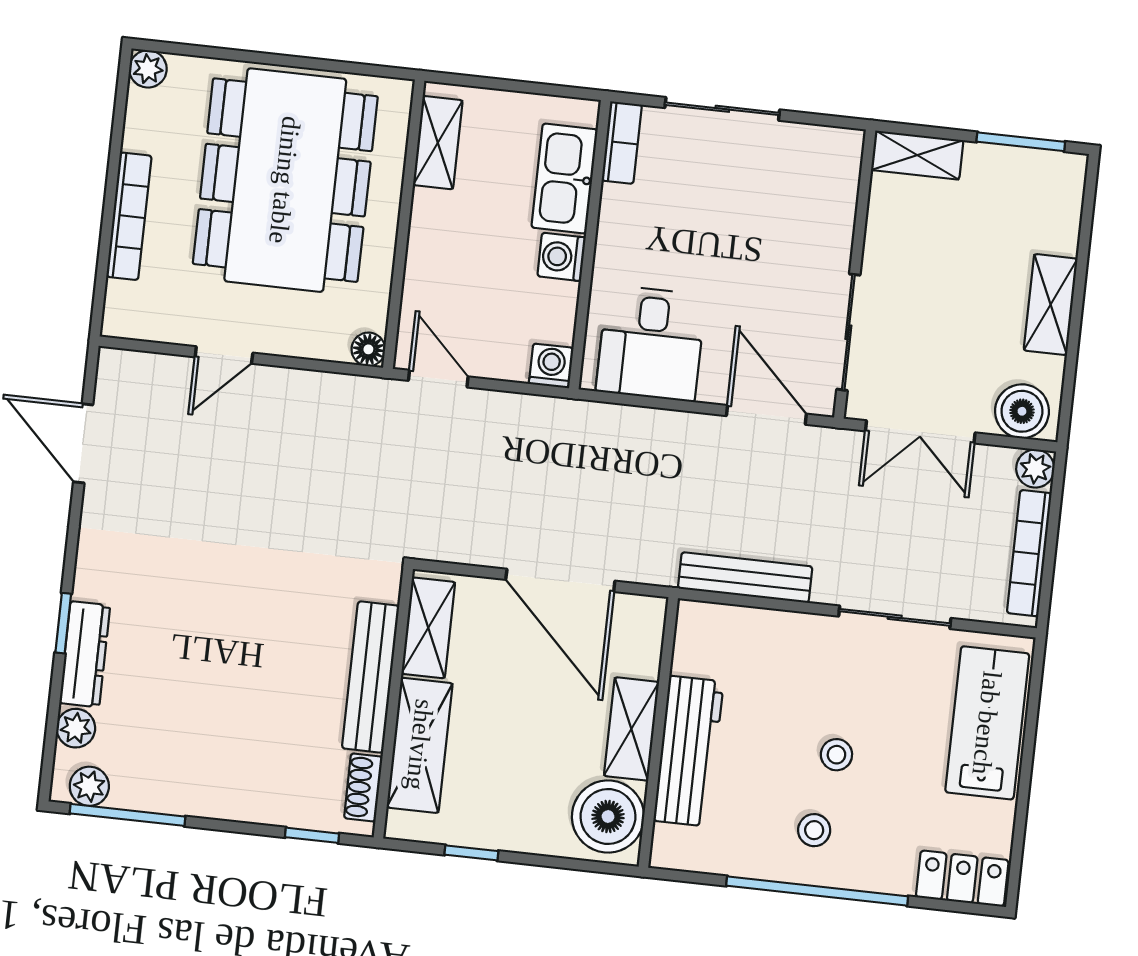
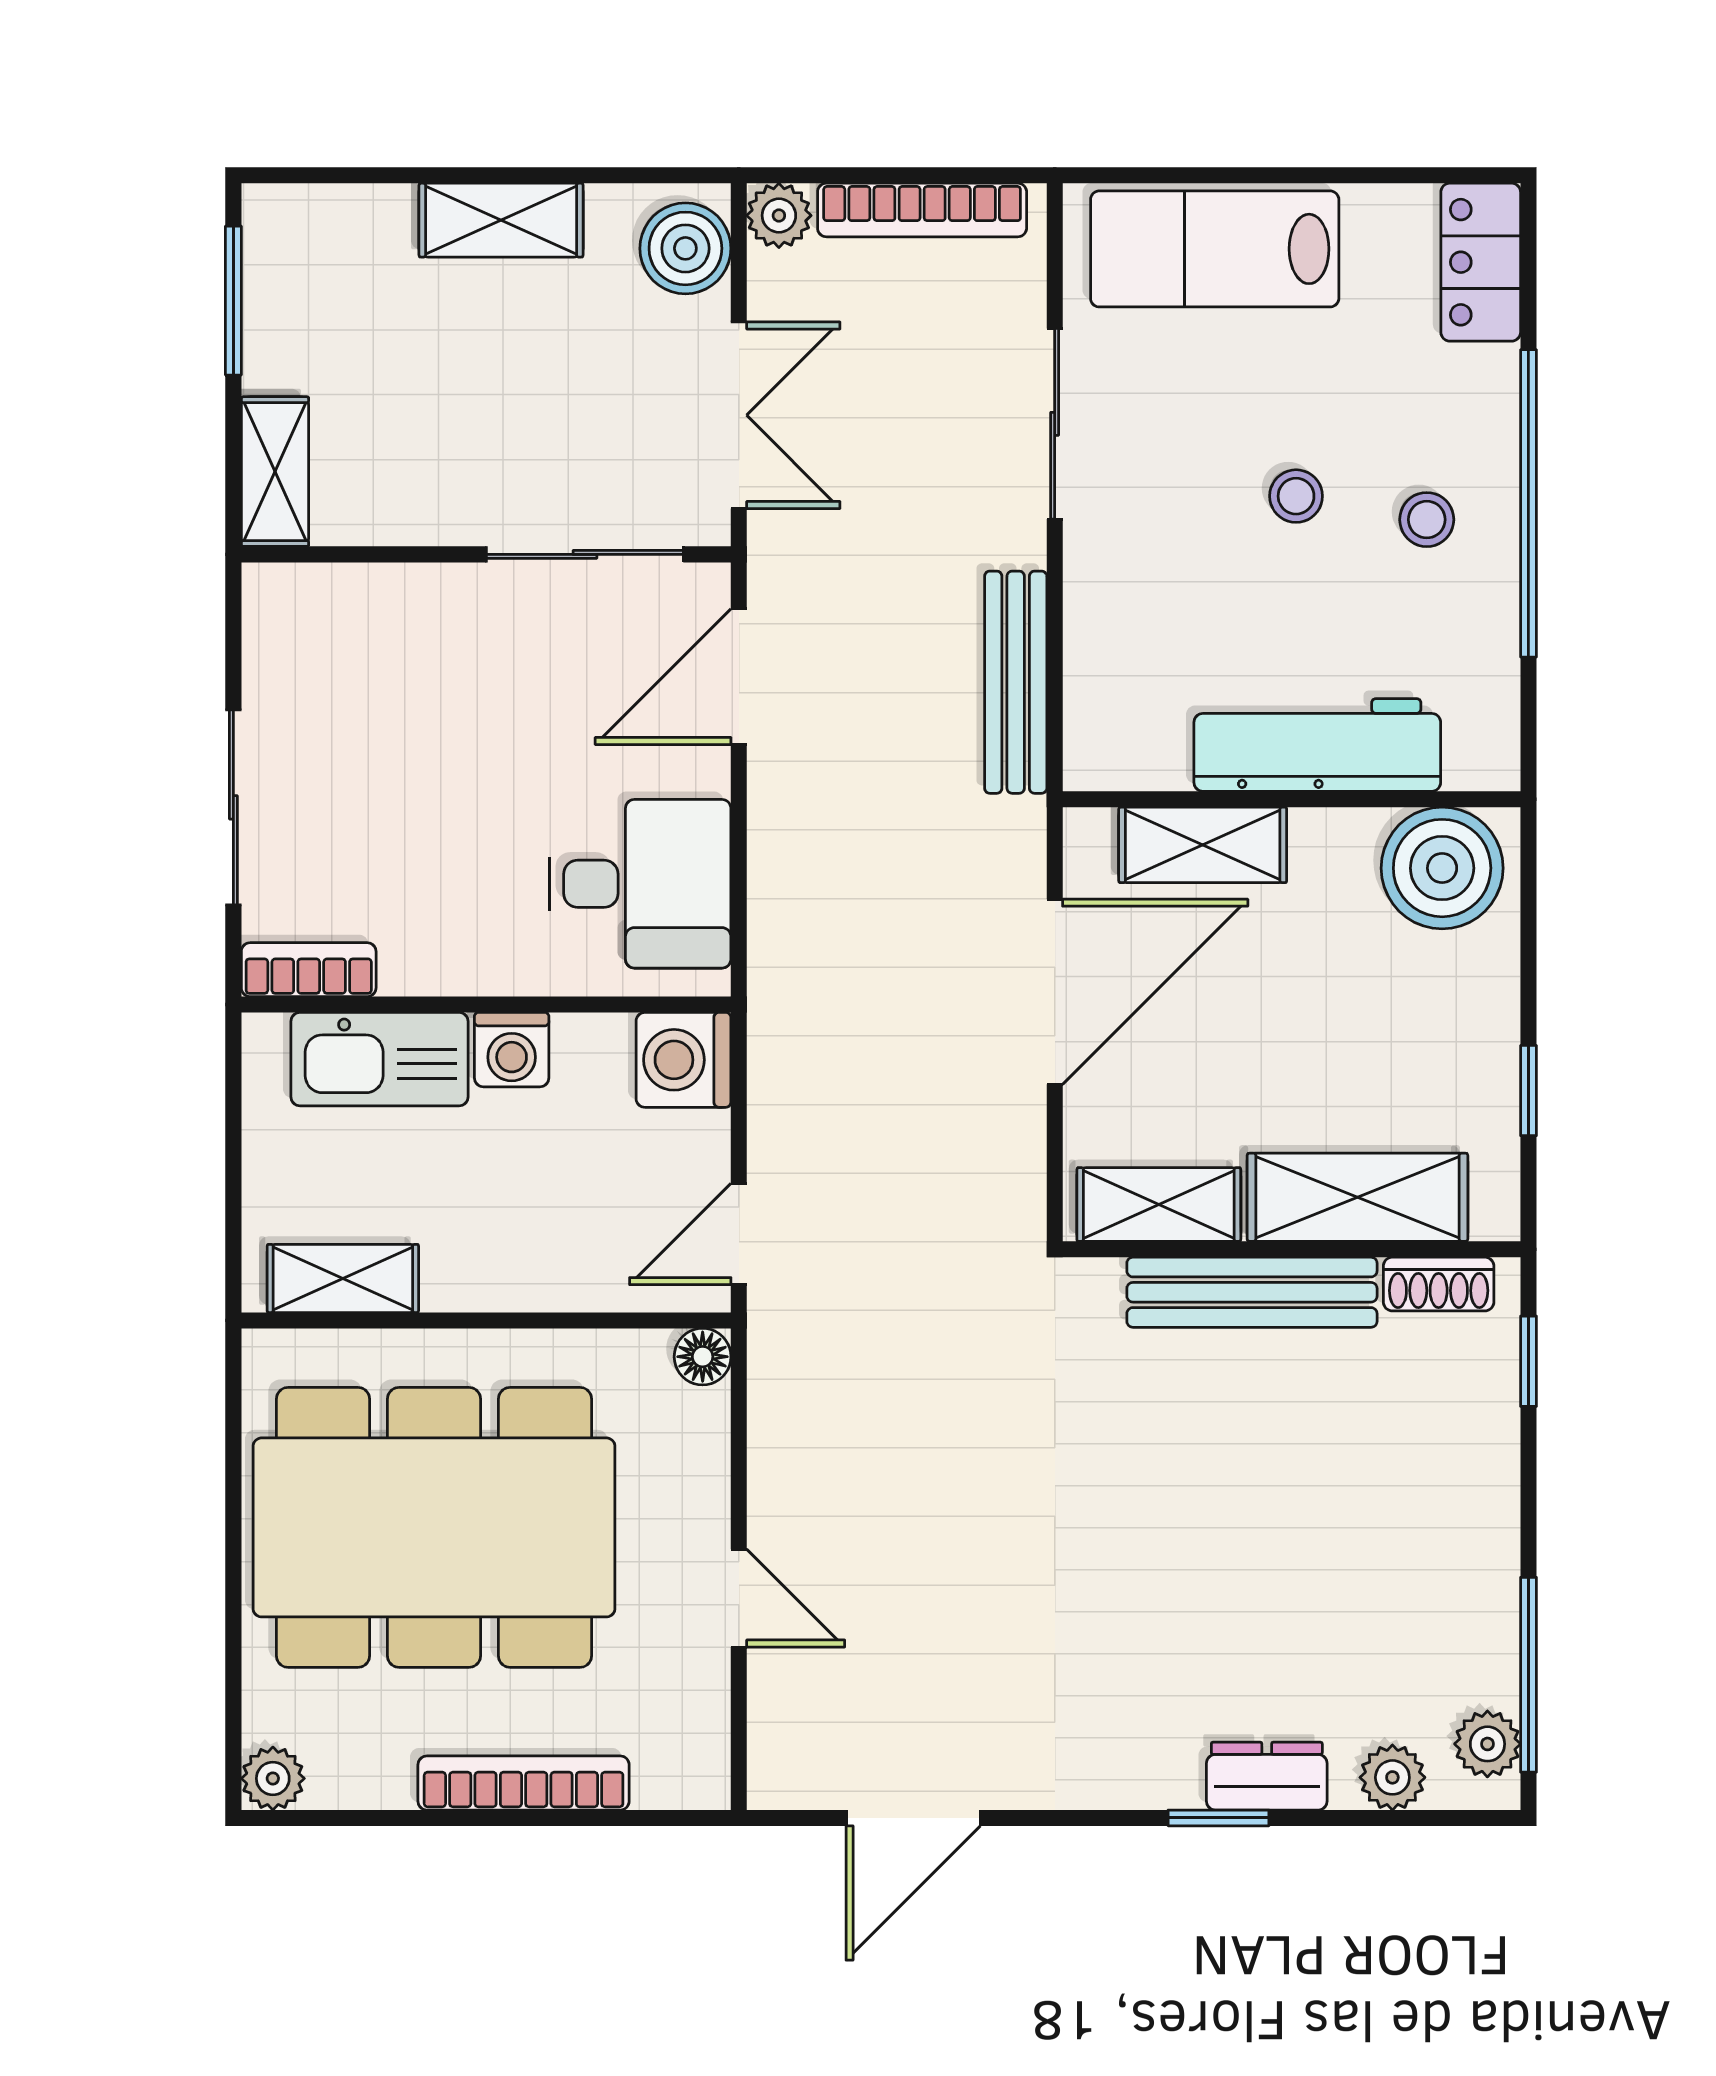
washing machine: (551, 366) -> (683, 1060), width x1.38, depth x1.38
dresser: (85, 654) -> (1267, 1776), width x0.70
shelving: (631, 729) -> (1203, 845), moved

